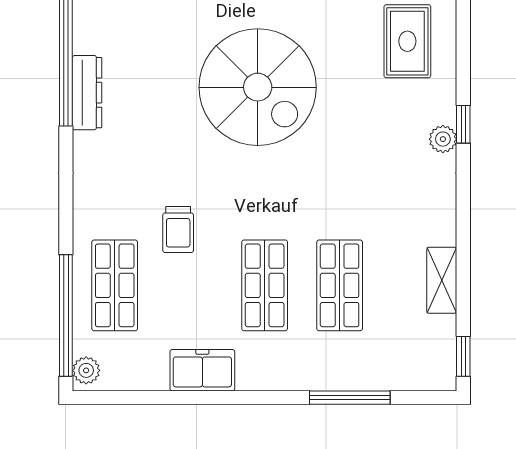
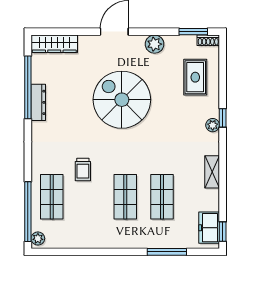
spiral stairs: (258, 87) -> (122, 100), turned 180
shelving: (442, 280) -> (212, 172), moved
freezer: (202, 370) -> (209, 228), moved, turned -90

